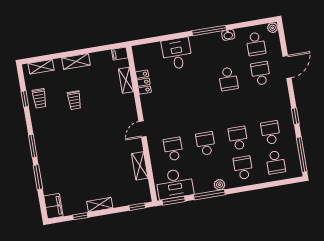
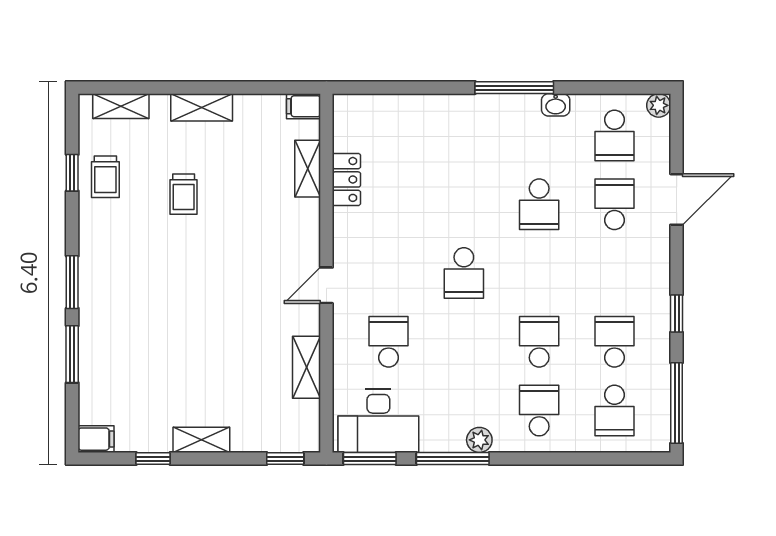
desk: (177, 54) -> (433, 128), removed
school desk: (206, 144) -> (464, 273), moved, turned 180
filing cabinet: (53, 206) -> (96, 439), width x0.50

